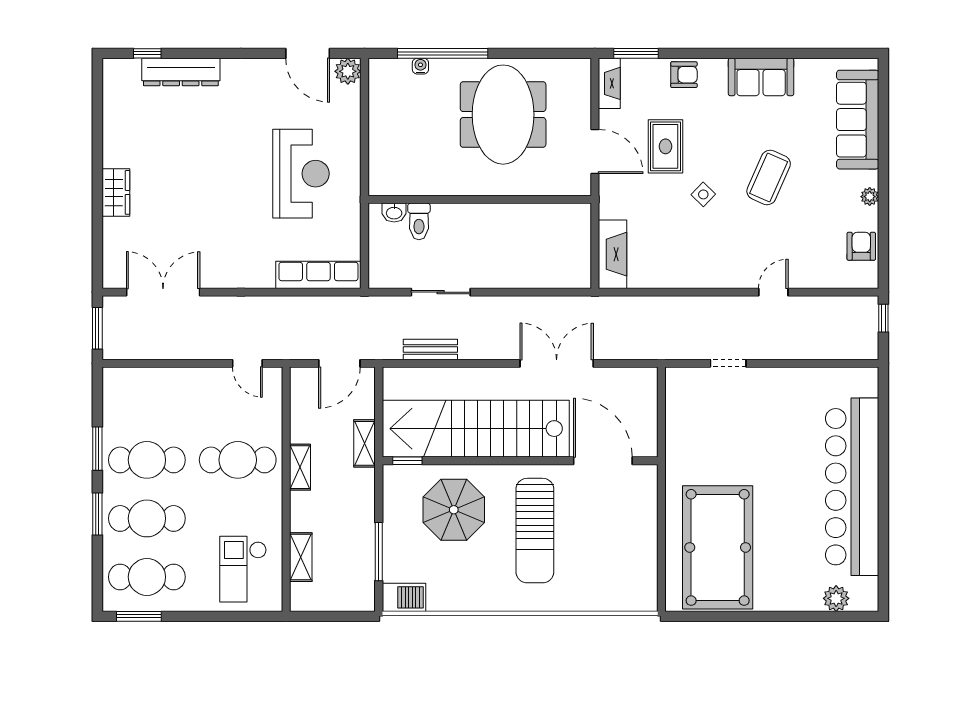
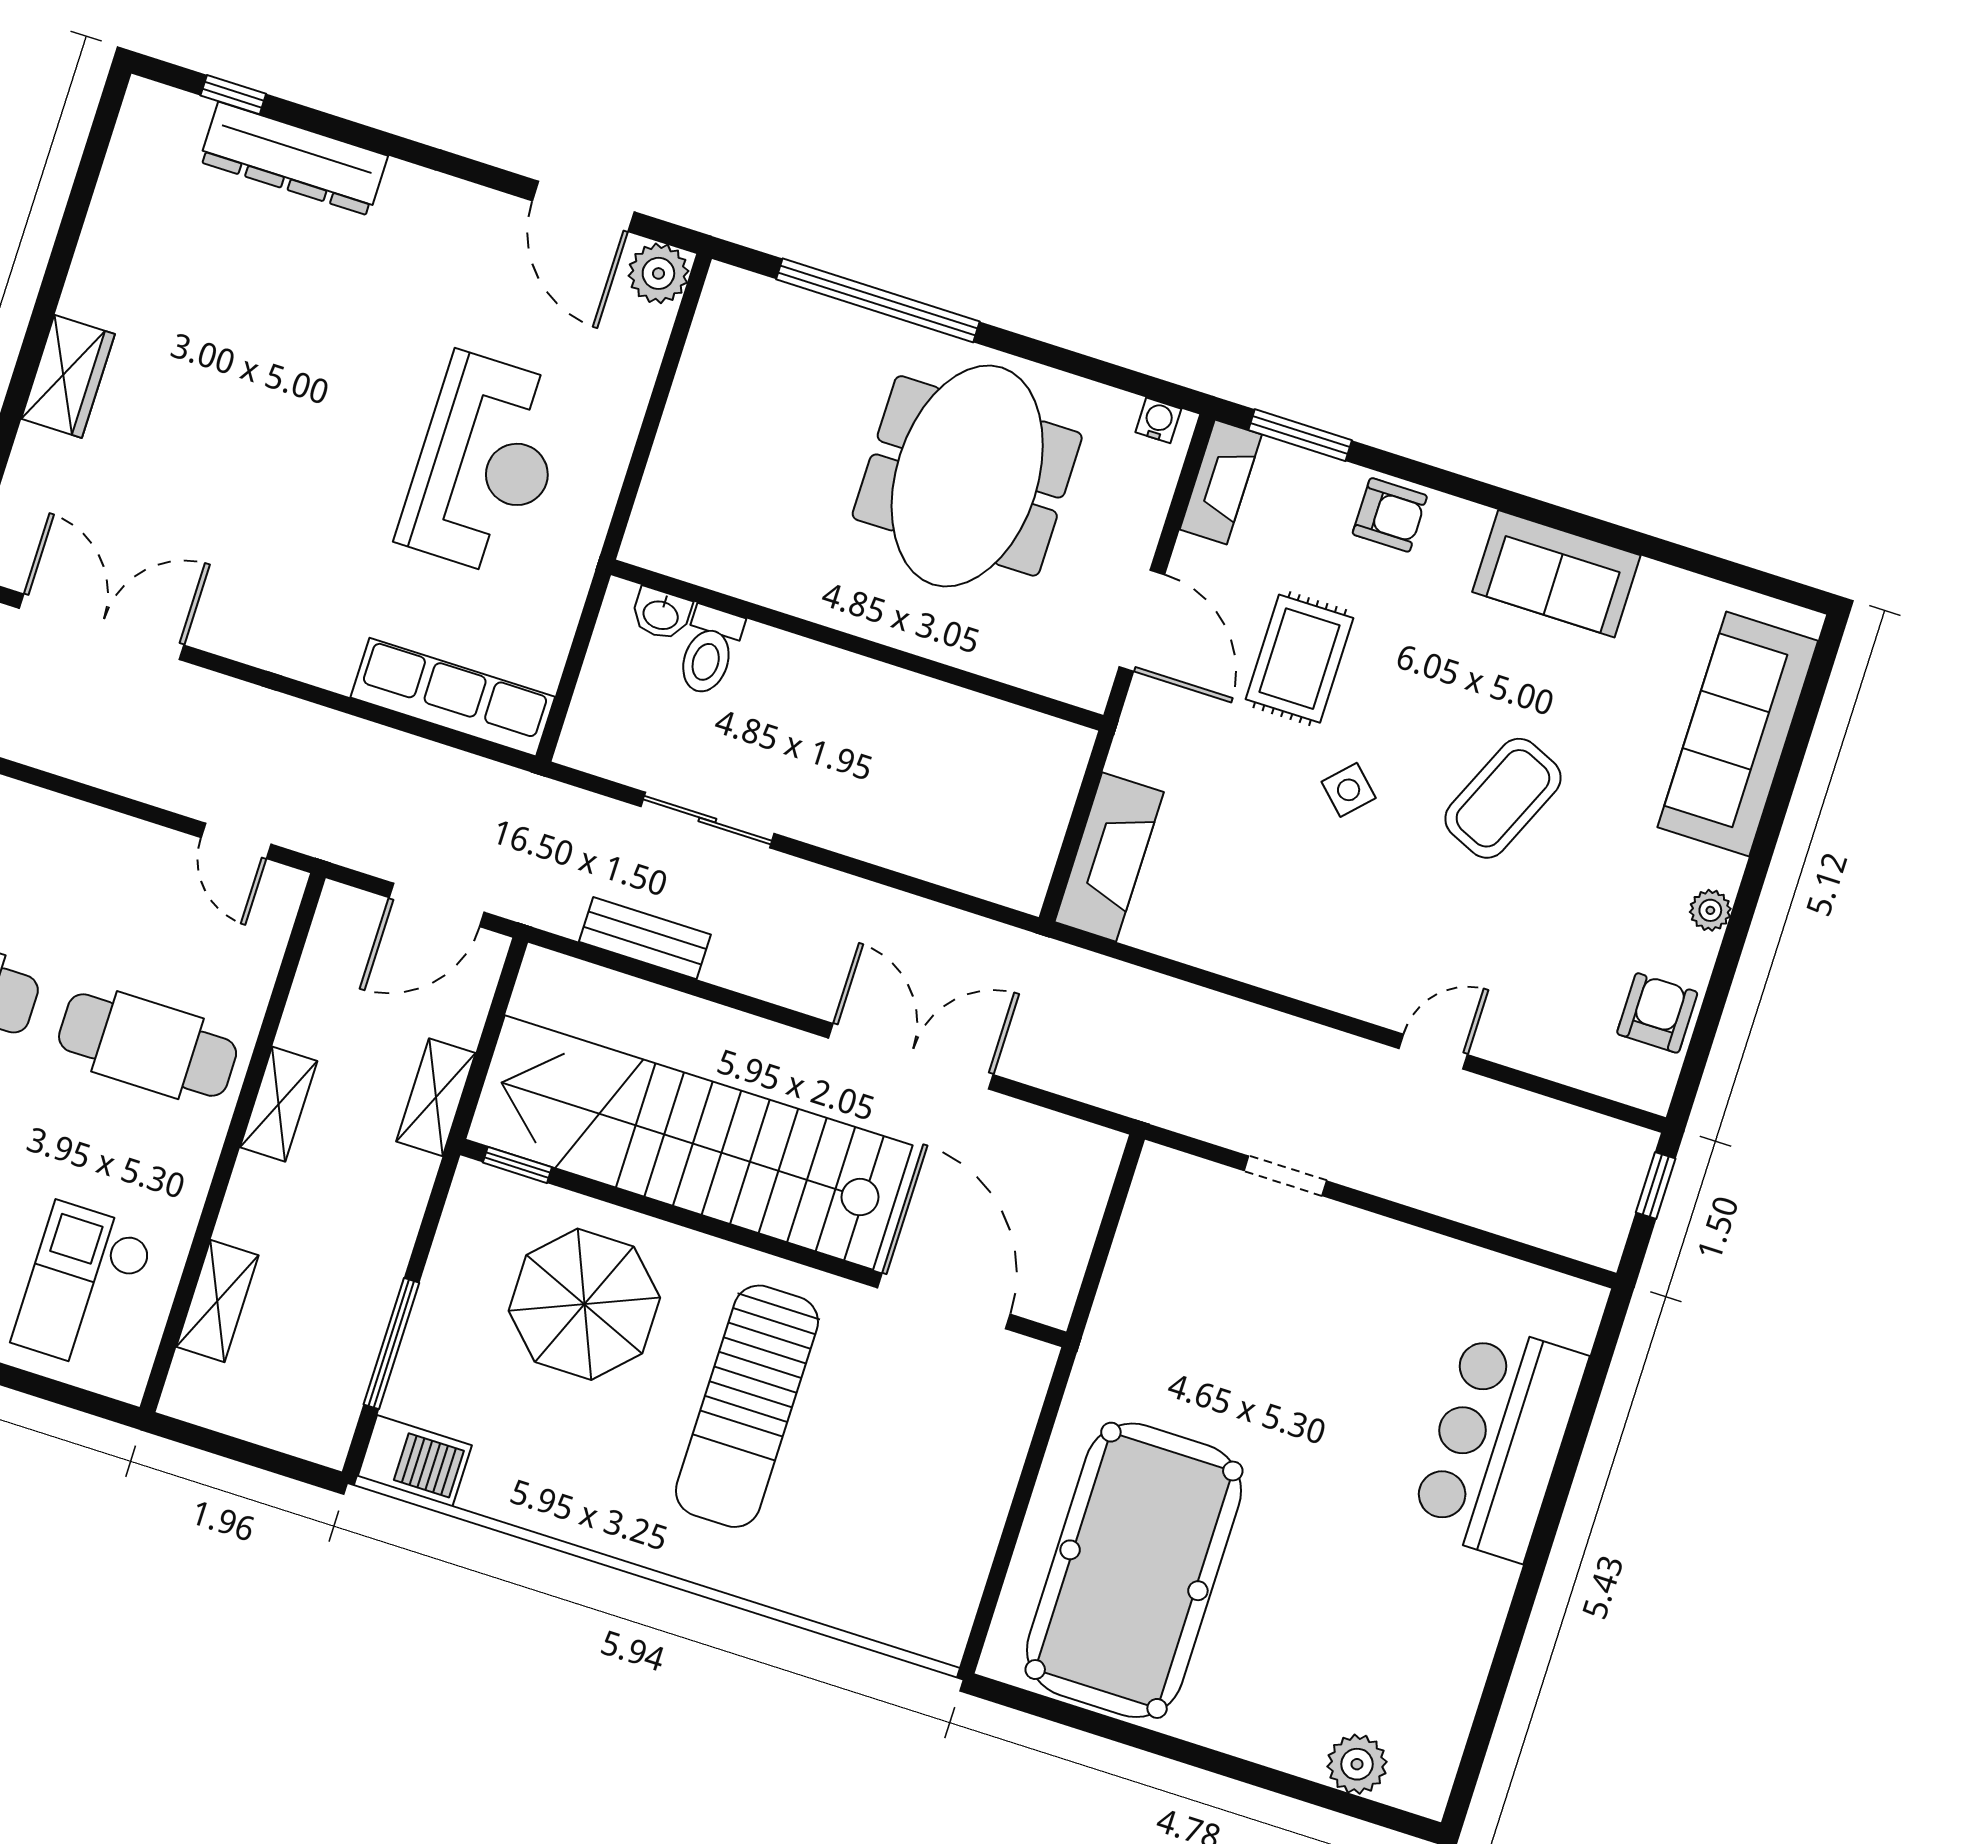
water cooler: (420, 66) -> (1158, 420), moved
bar counter: (852, 487) -> (1499, 1442), width x0.54

